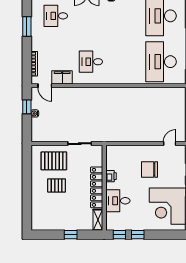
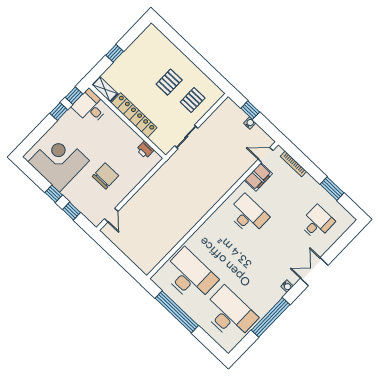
desk: (91, 62) -> (248, 215), width x1.37
window: (27, 107) -> (250, 110), moved
pallet: (54, 161) -> (193, 100), width x0.67, depth x0.71
printer: (111, 176) -> (145, 150), moved
desk: (118, 201) -> (90, 107), moved, turned -90

